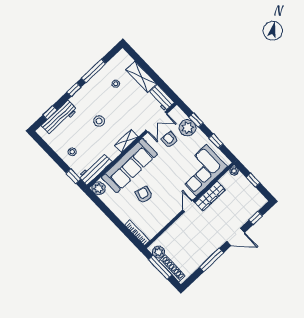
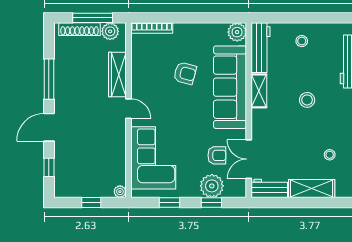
shelving: (126, 141) -> (259, 91), moved
window: (73, 176) -> (275, 18), removed
wardrobe: (210, 196) -> (117, 75), moved

